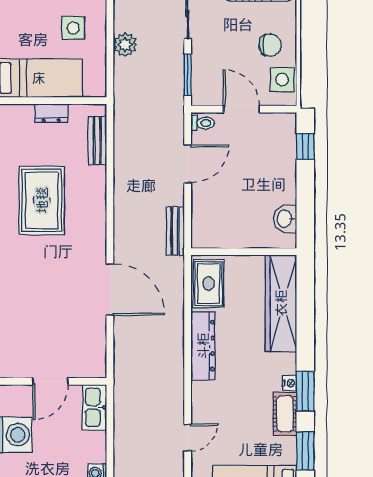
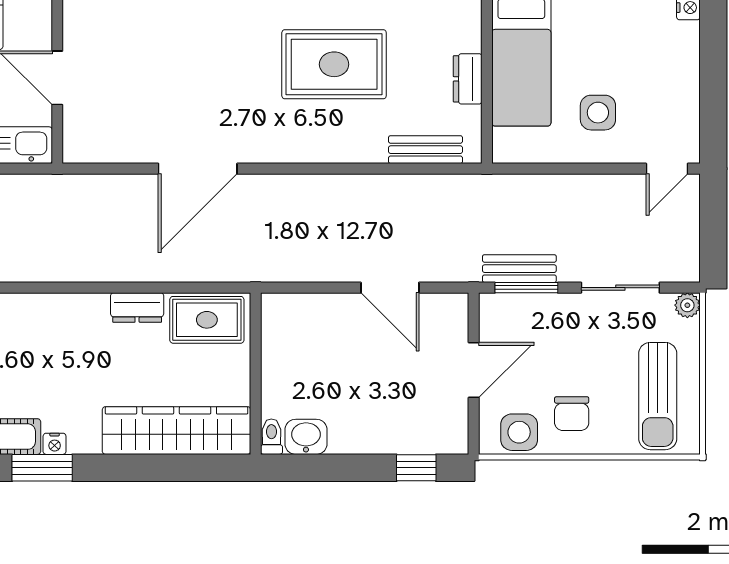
plant: (125, 45) -> (572, 192), removed
toilet: (203, 123) -> (271, 437), moved, turned 180
bench: (175, 231) -> (519, 269), moved
dresser: (203, 346) -> (137, 307), width x0.51, depth x0.80

